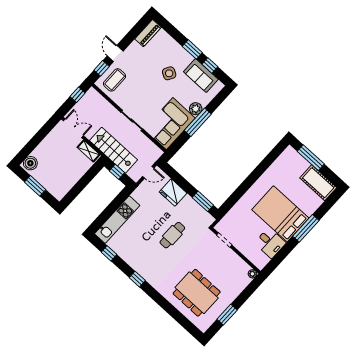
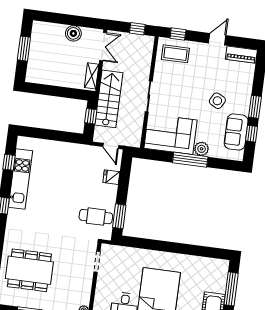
door: (115, 54) -> (217, 39), moved
boiler: (30, 163) -> (73, 33), moved
fridge: (173, 192) -> (111, 177), width x0.53, depth x0.75
kitchen unit: (117, 220) -> (20, 179), moved, turned -90
cafe table: (172, 235) -> (96, 217), moved
dining table: (197, 293) -> (29, 270), turned 90

